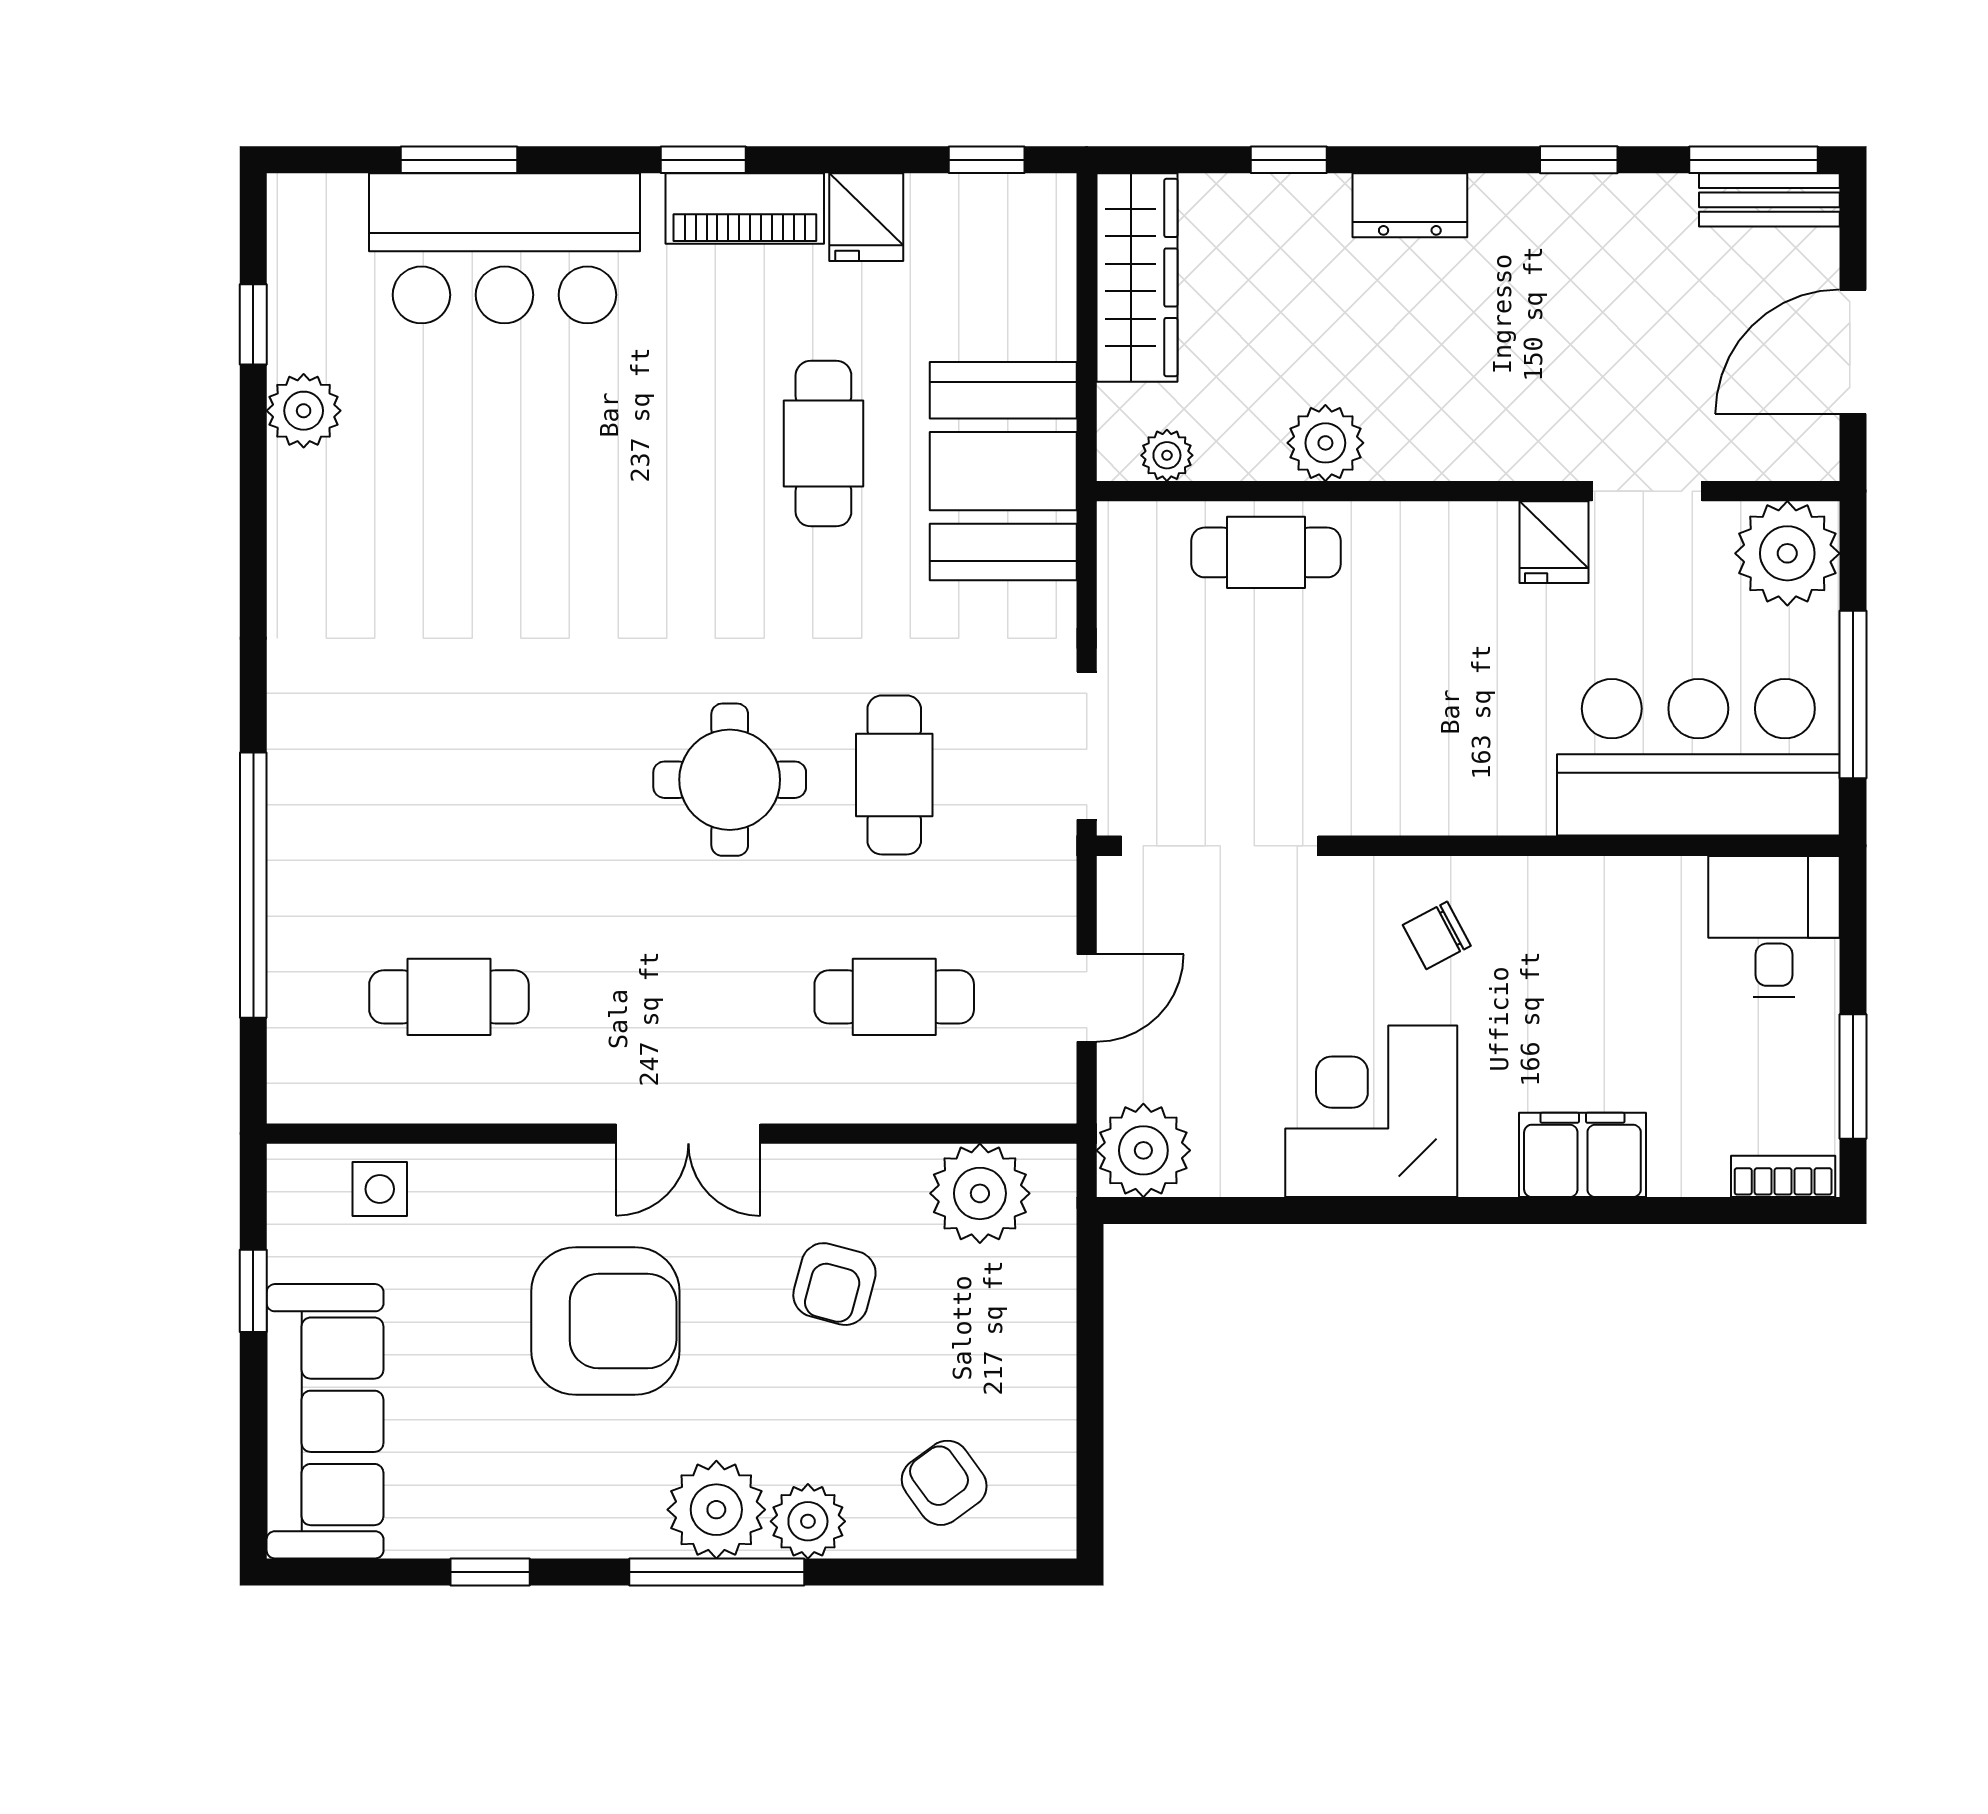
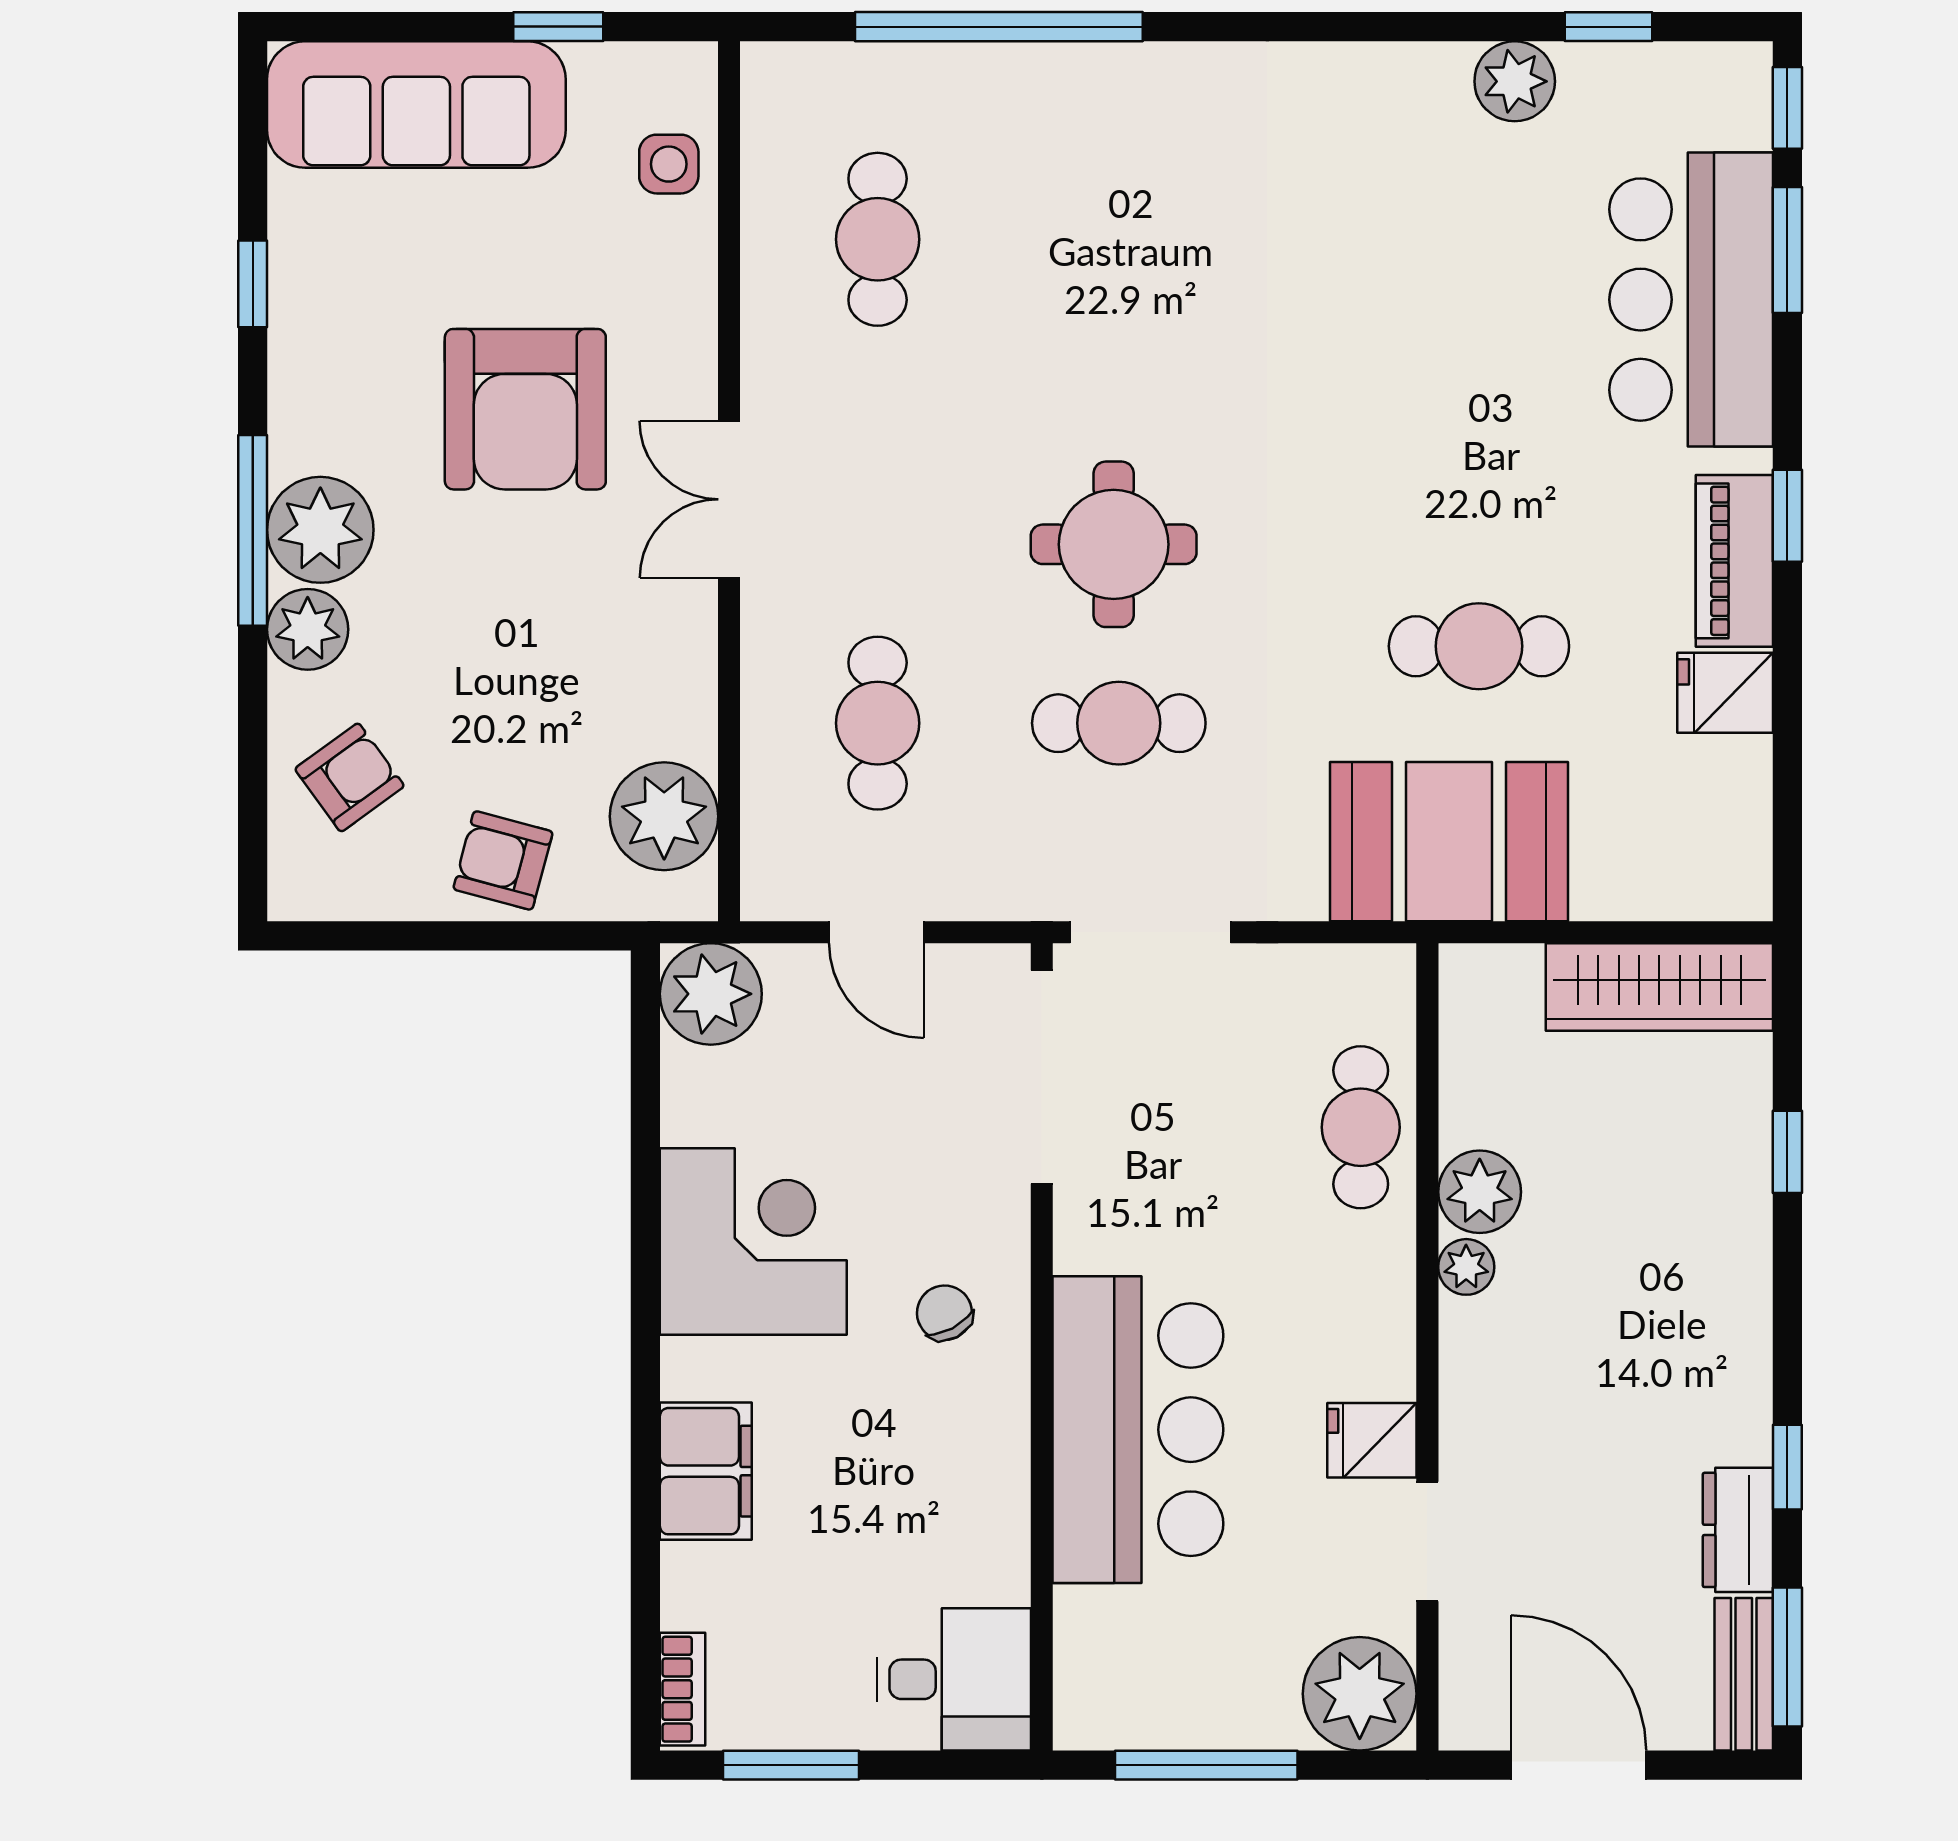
window: (987, 160) -> (1787, 108), moved
dresser: (1410, 205) -> (1738, 1530), moved
plant: (1167, 455) -> (1466, 1267), moved
bar counter: (1698, 757) -> (1138, 1430), moved
armchair: (834, 1284) -> (503, 860), moved

